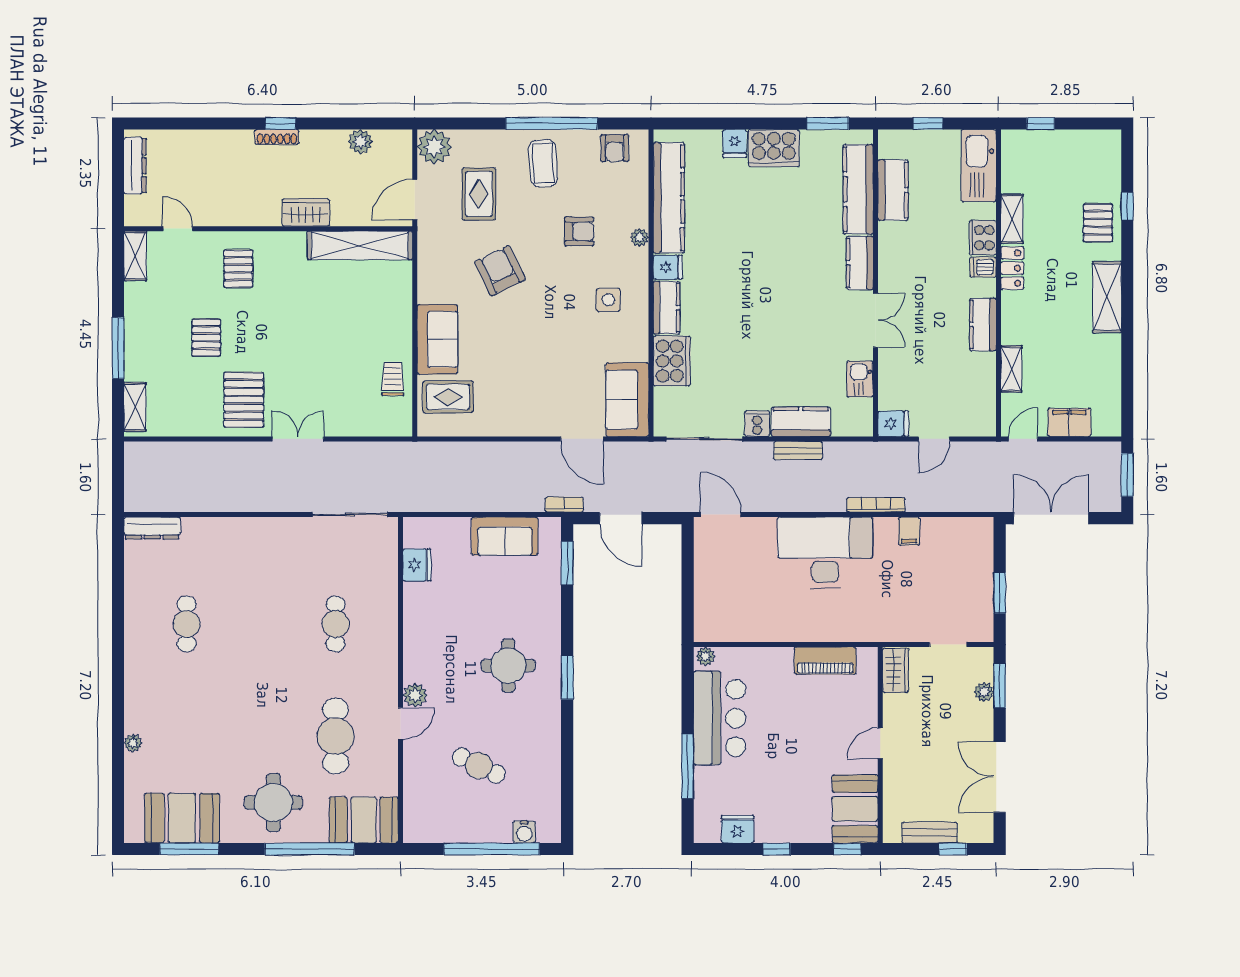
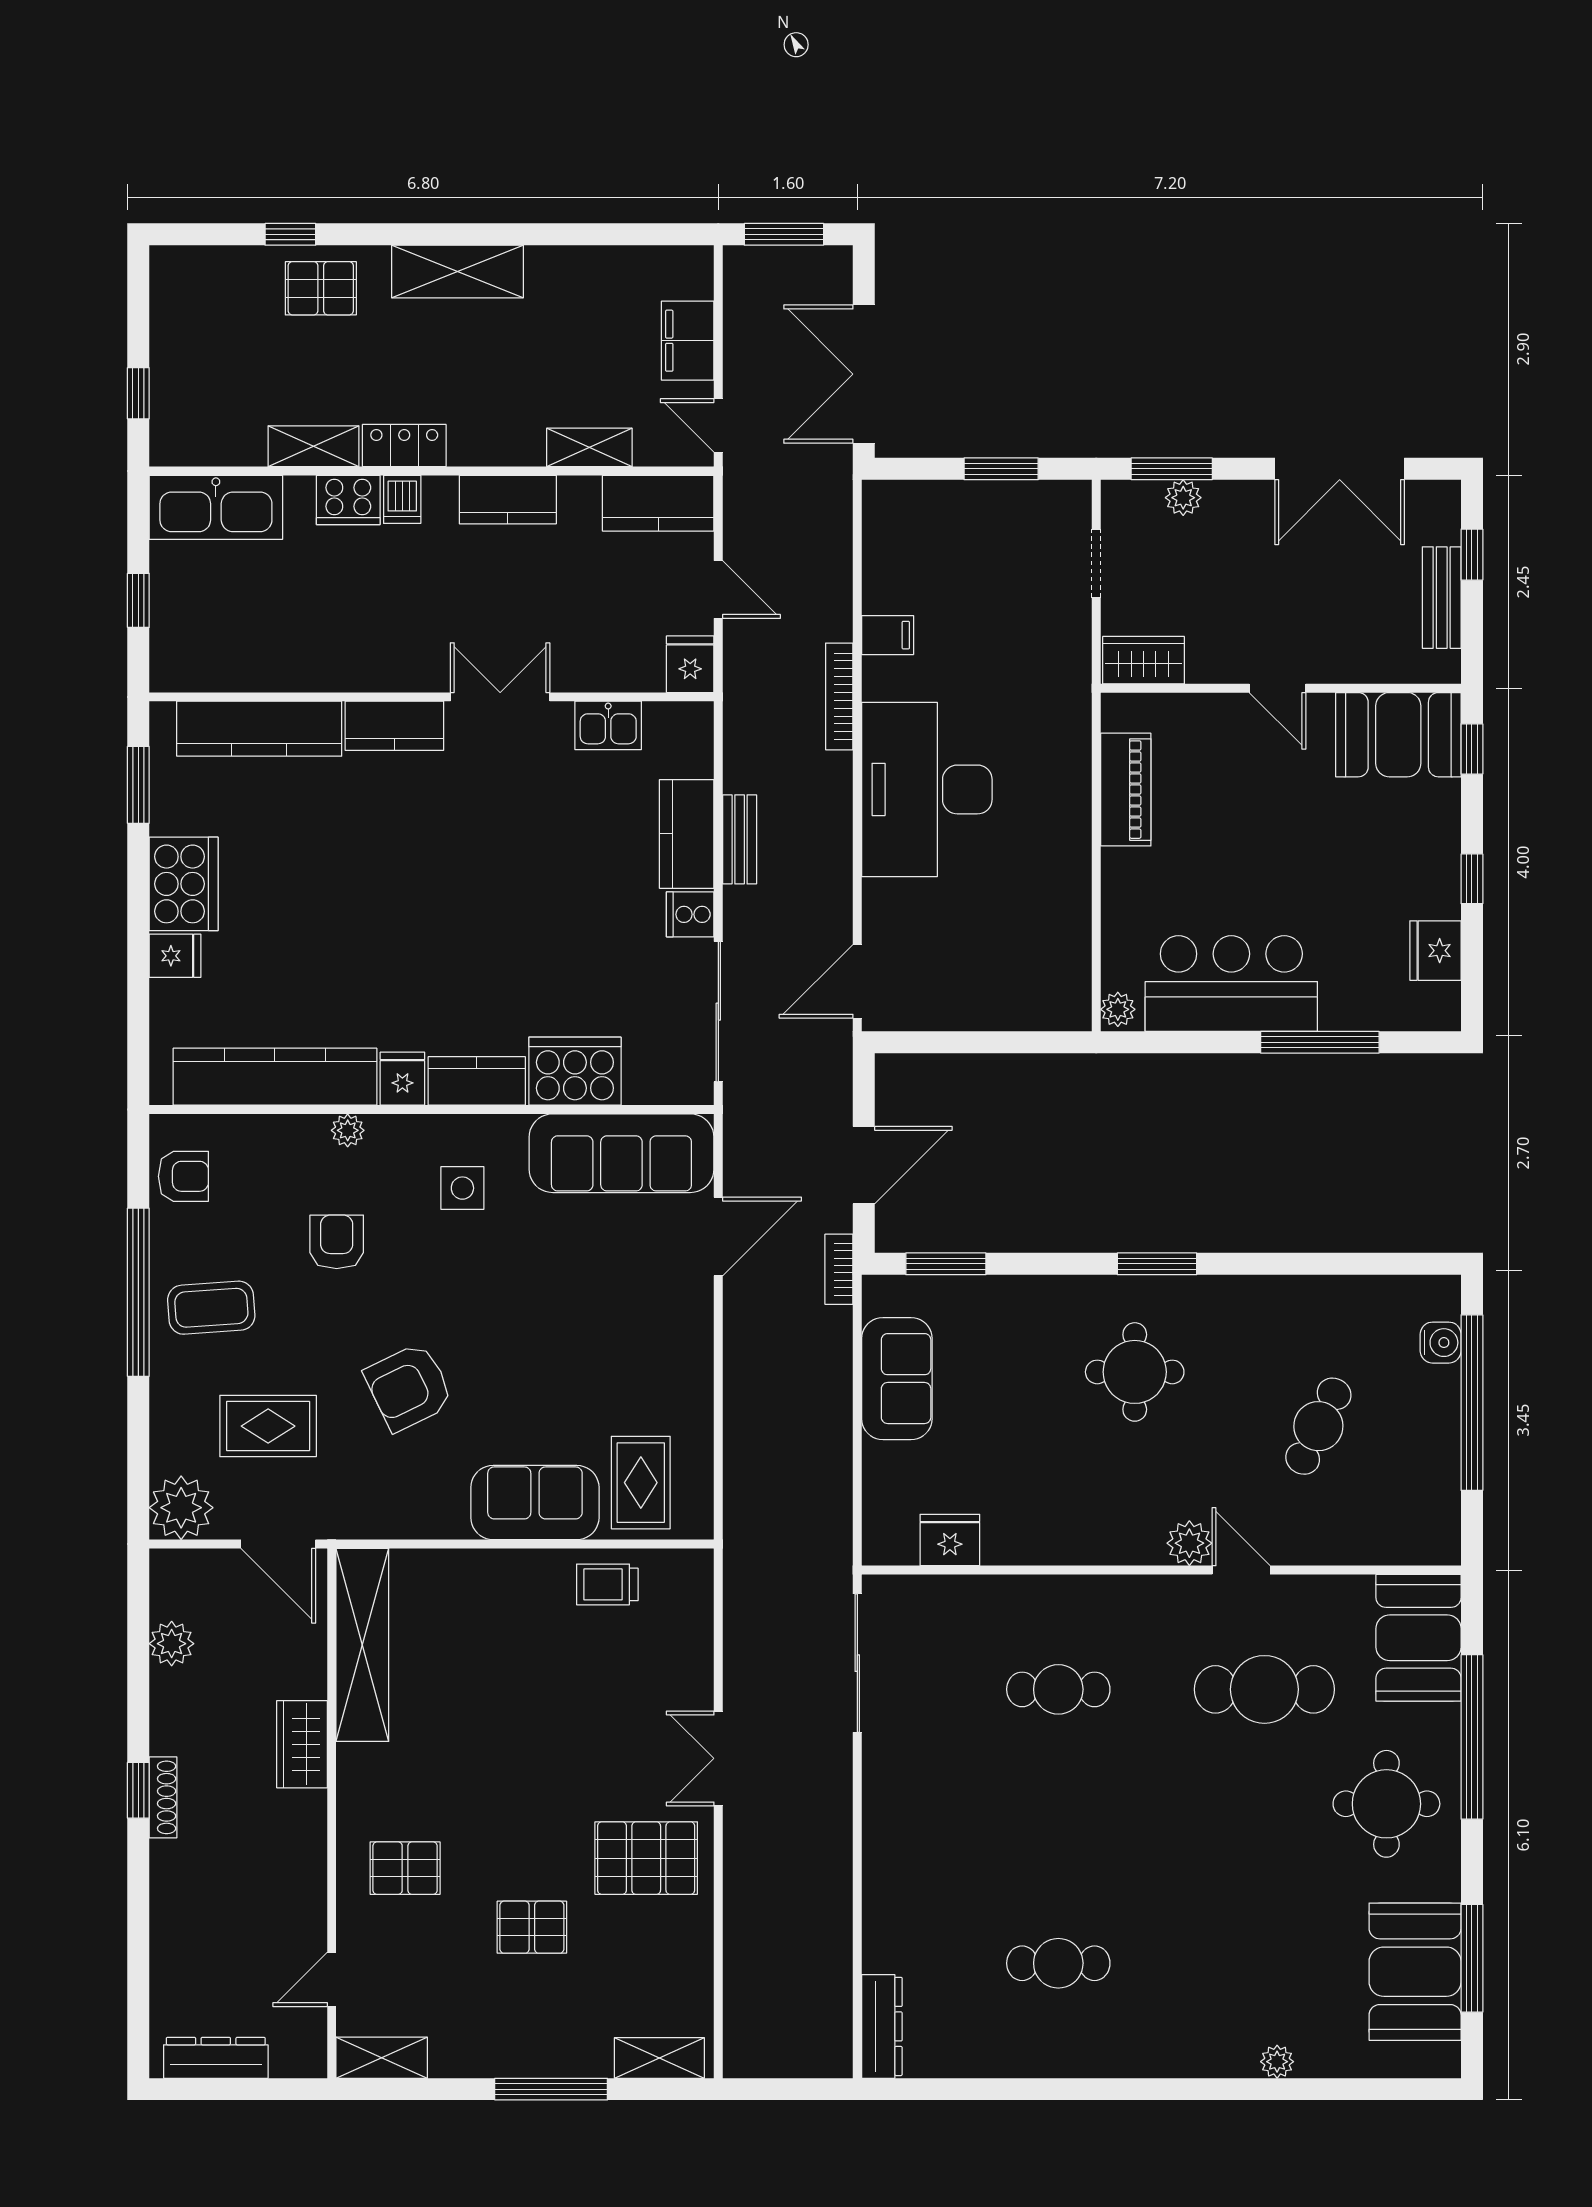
kitchen counter: (893, 190) -> (658, 503), moved, turned 180
sofa: (627, 400) -> (621, 1153), width x1.36

